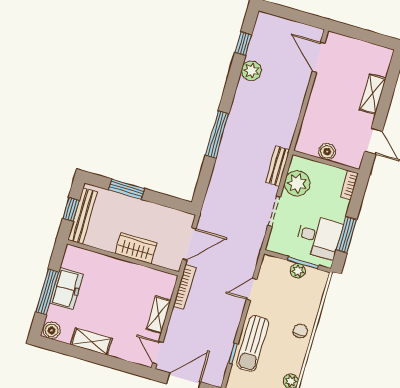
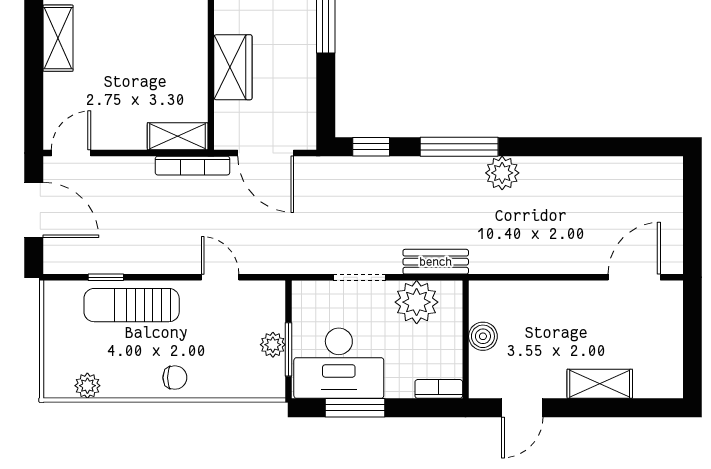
window: (243, 44) -> (371, 147), moved
plant: (251, 71) -> (502, 173), moved
desk: (319, 237) -> (339, 363), width x1.37
shelving: (159, 315) -> (178, 136), moved

